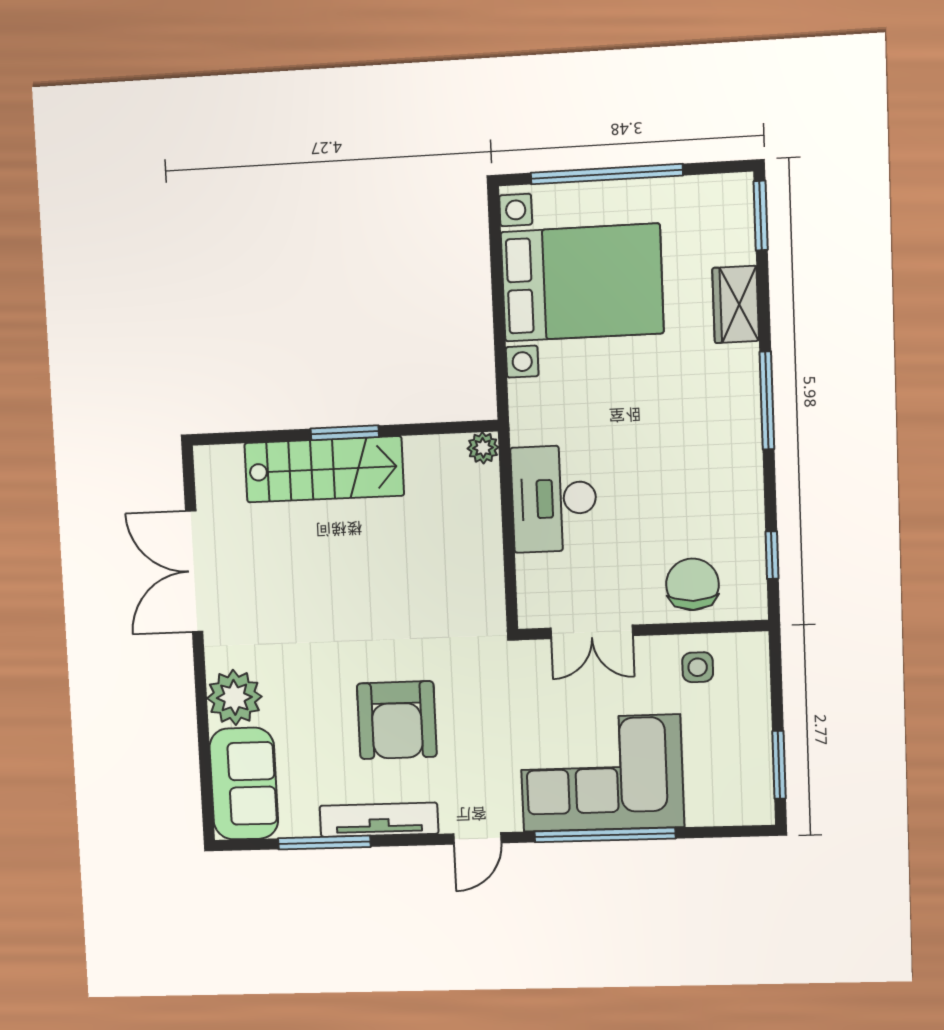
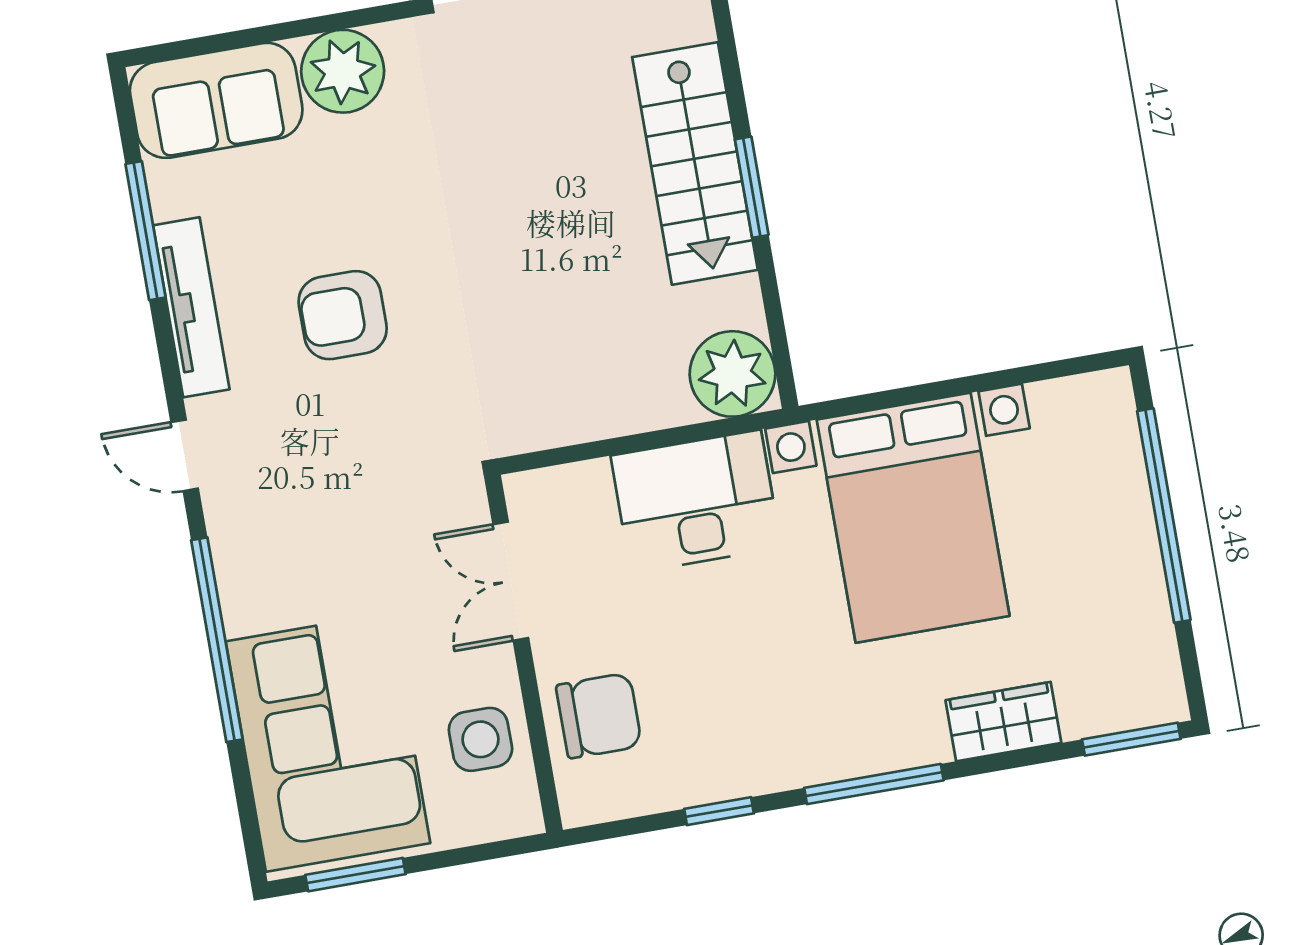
bed with nightstands: (582, 283) -> (913, 518), moved
plant: (483, 448) -> (732, 374), width x1.88, depth x1.88
window: (772, 555) -> (719, 811), moved
side table: (698, 667) -> (480, 739), width x1.37, depth x1.37
armchair: (397, 720) -> (343, 315), width x0.73, depth x0.73
corner sofa: (602, 773) -> (328, 742), moved

